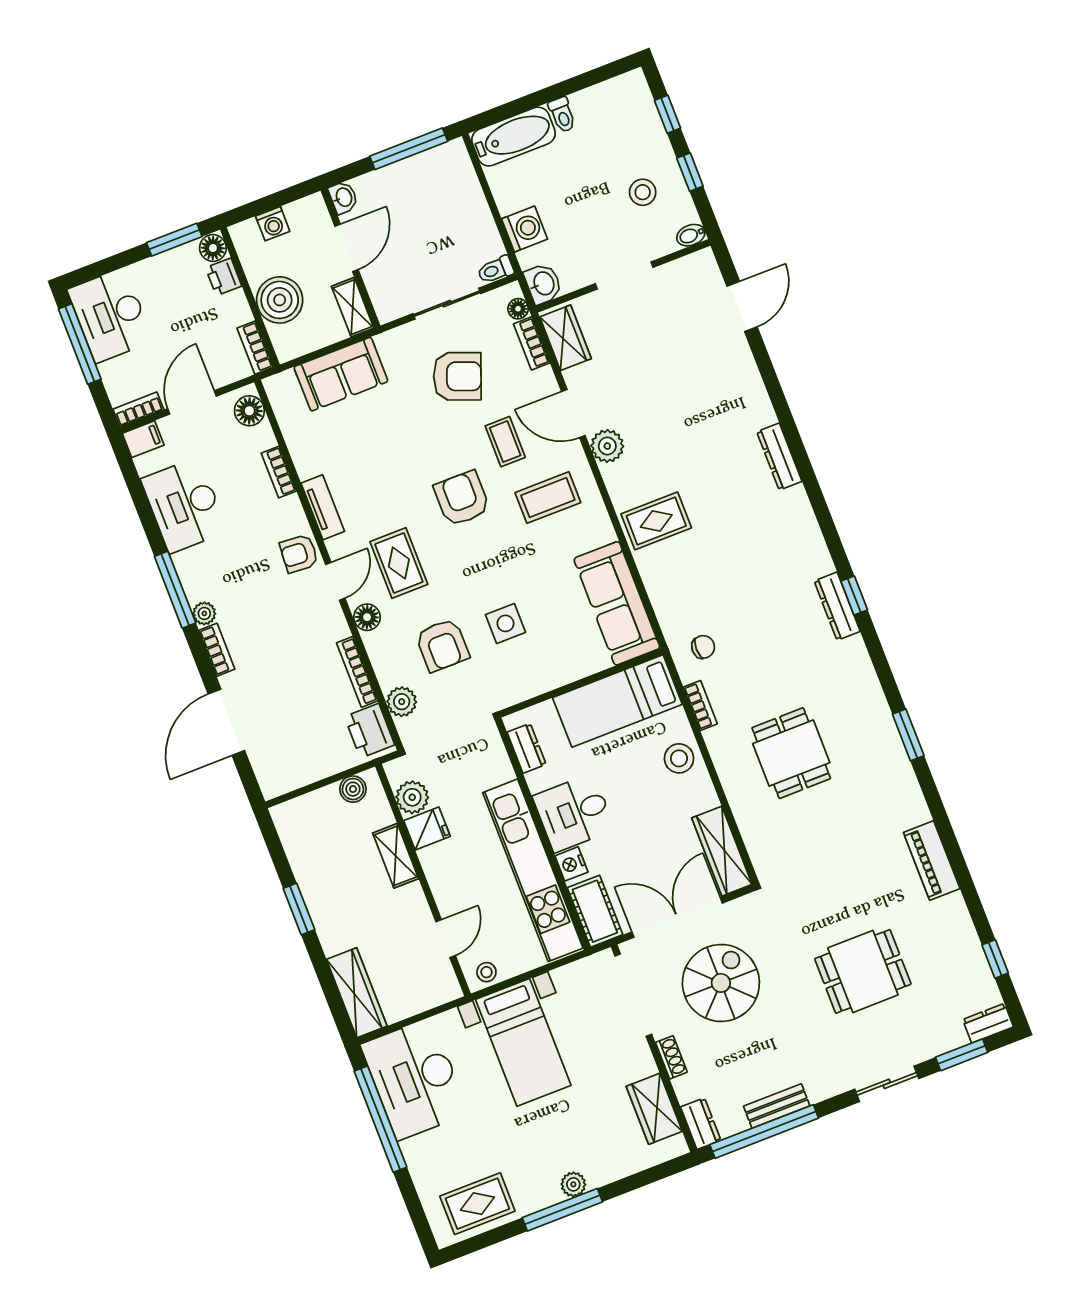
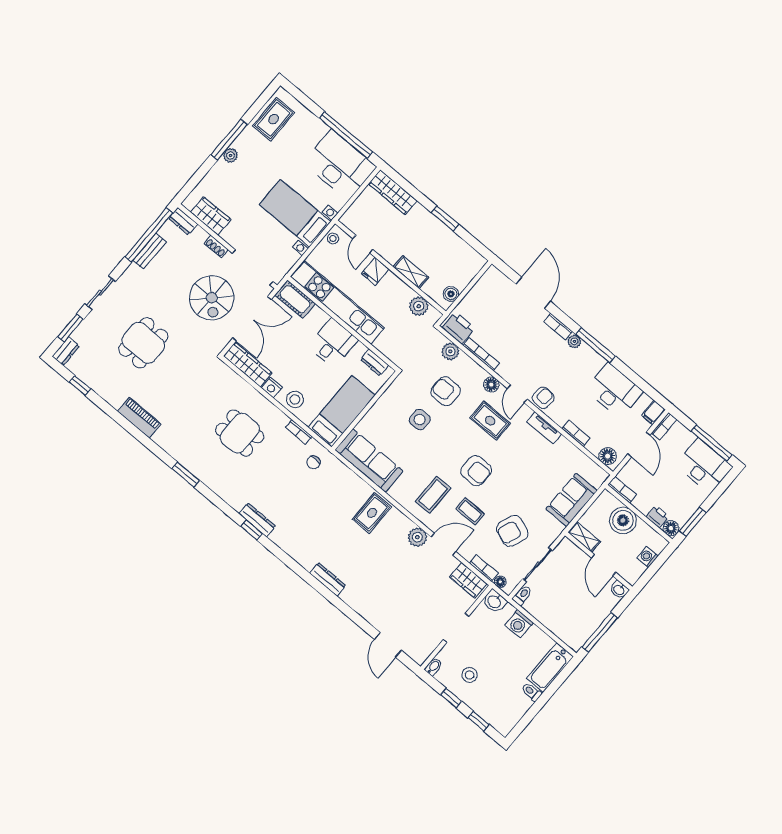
fridge: (427, 829) -> (375, 271), moved
nightstand: (571, 864) -> (272, 388), moved, turned 180

